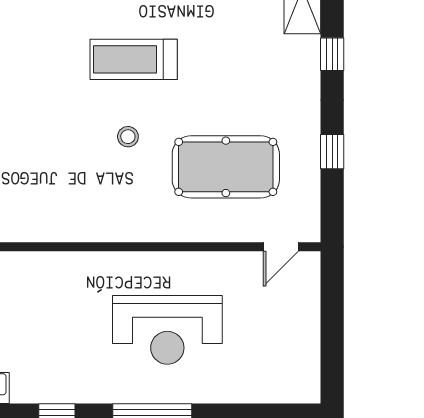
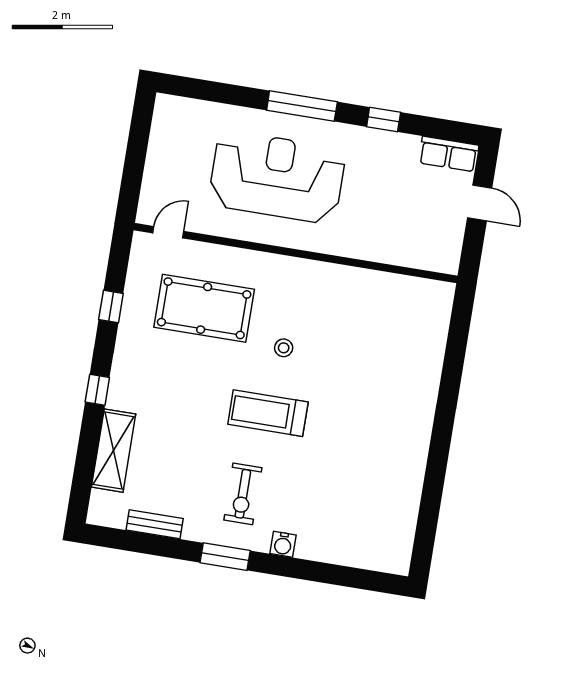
treadmill: (134, 59) -> (268, 413), turned 180
reception desk: (167, 330) -> (277, 177), width x1.36, depth x1.30

